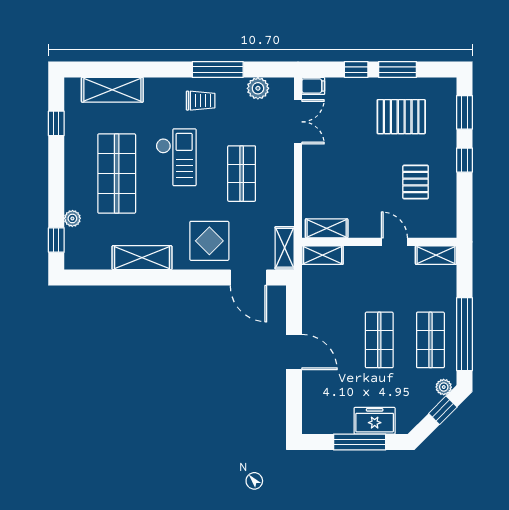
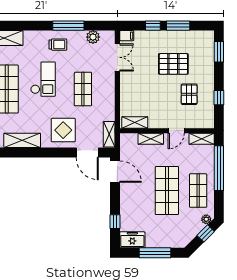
pallet: (401, 117) -> (173, 64), moved
window: (464, 160) -> (219, 98), moved
door: (394, 242) -> (176, 131), swing flipped
shelving: (323, 255) -> (151, 139), moved
window: (464, 334) -> (219, 168), moved
shop shelf: (379, 340) -> (167, 191), width x1.43, depth x1.36
door: (294, 352) -> (115, 172), moved
window: (294, 391) -> (115, 222), added
freezer: (375, 421) -> (132, 240), moved

